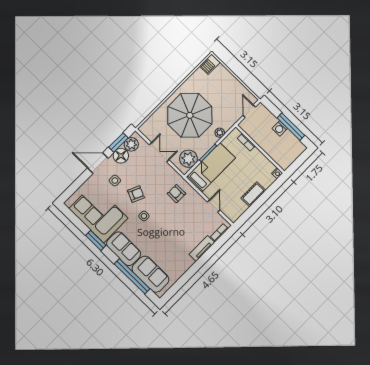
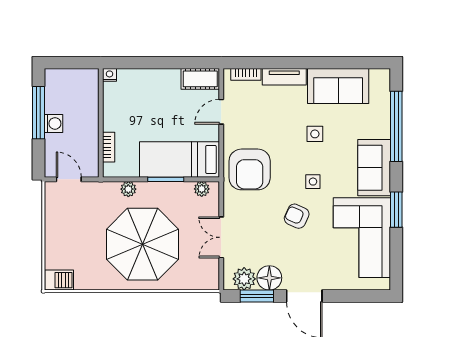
door: (249, 111) -> (69, 179), swing flipped
plant: (188, 159) -> (202, 189), width x0.53, depth x0.53
side table: (115, 181) -> (315, 134), moved
armchair: (176, 194) -> (250, 169), width x1.88, depth x1.88
cot: (253, 194) -> (200, 79), moved
sofa: (150, 274) -> (338, 86), moved, turned -90

